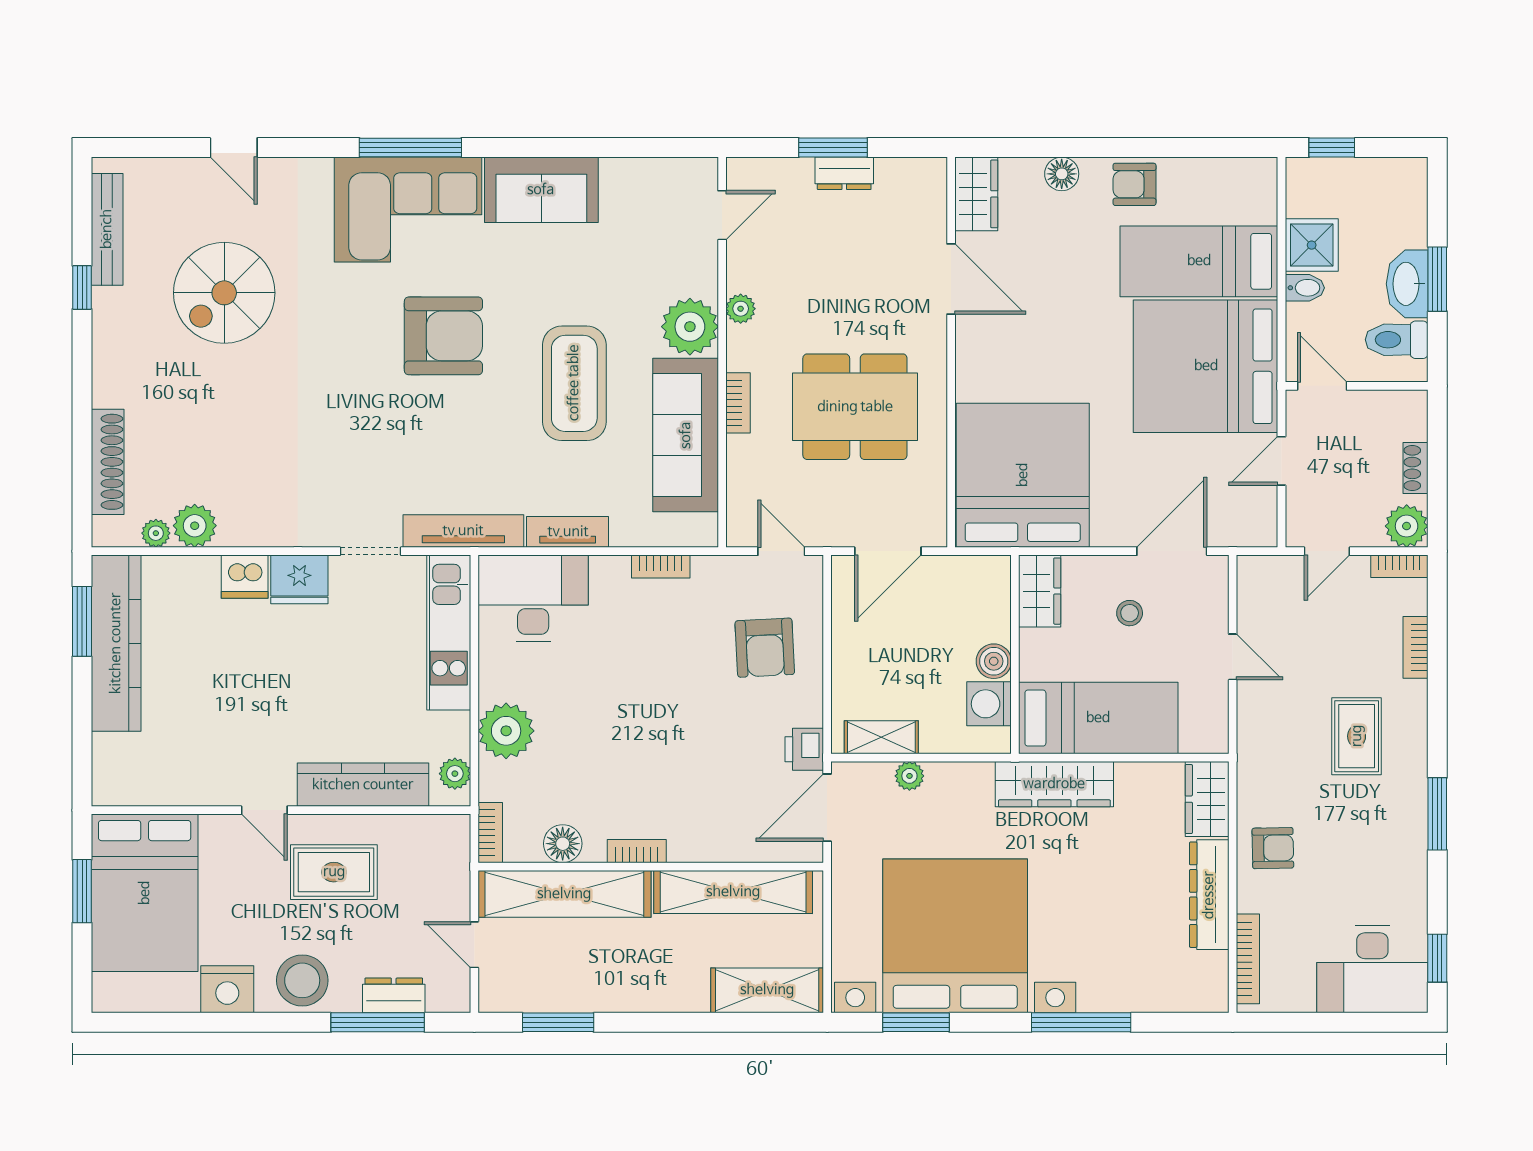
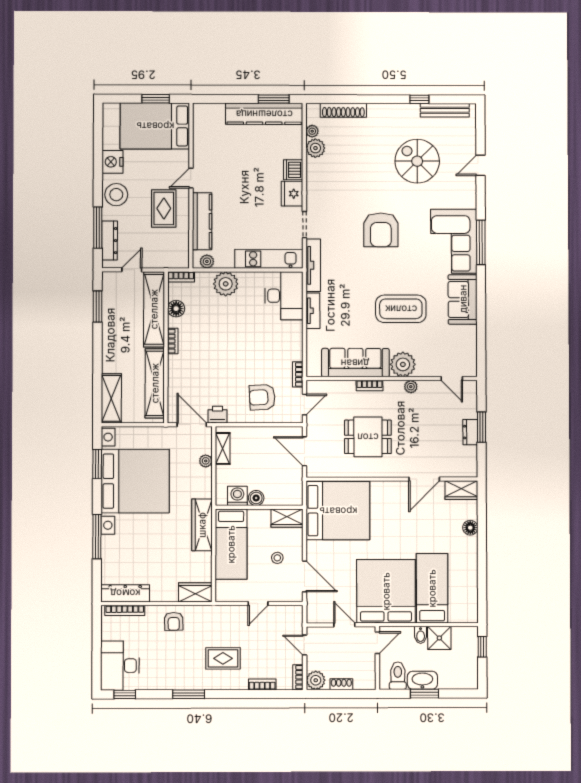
armchair: (1135, 184) -> (466, 560), removed
armchair: (443, 336) -> (381, 230), moved
coffee table: (574, 383) -> (401, 309), moved
dining table: (855, 407) -> (368, 437), width x0.73
bookcase: (661, 567) -> (298, 374), moved
dresser: (1209, 895) -> (125, 593), moved
dresser: (394, 995) -> (110, 241), width x1.44

